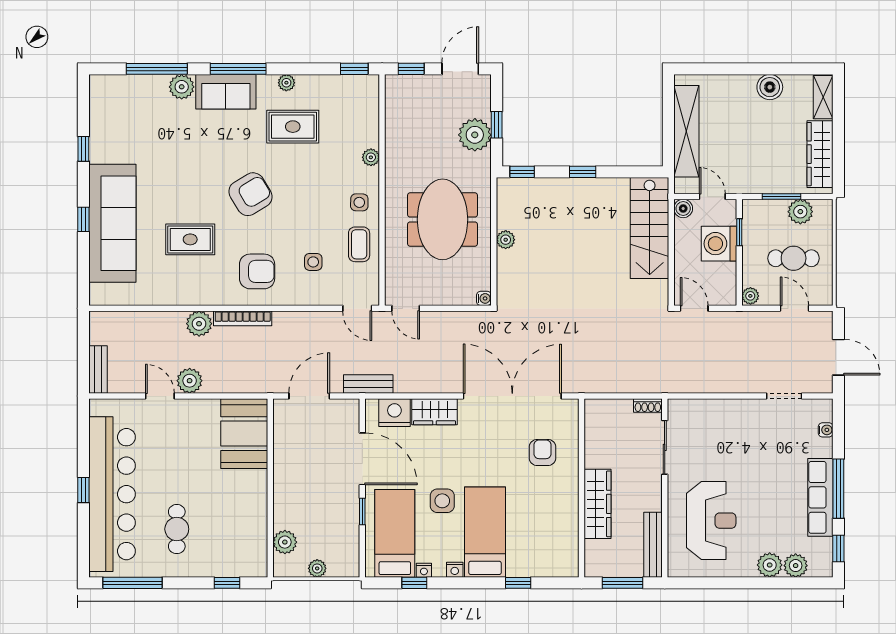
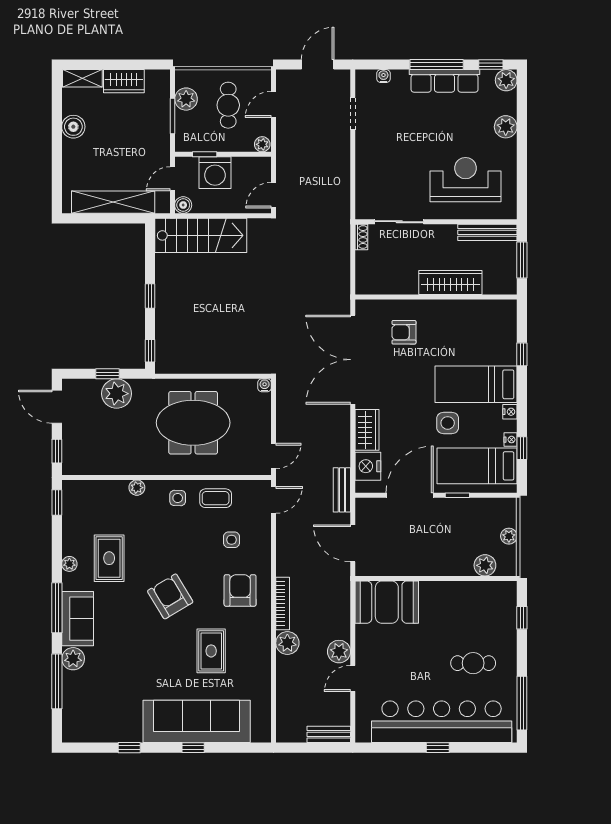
wardrobe: (820, 154) -> (124, 81), width x0.67
plant: (506, 240) -> (211, 366), removed
plant: (796, 566) -> (506, 80), moved

